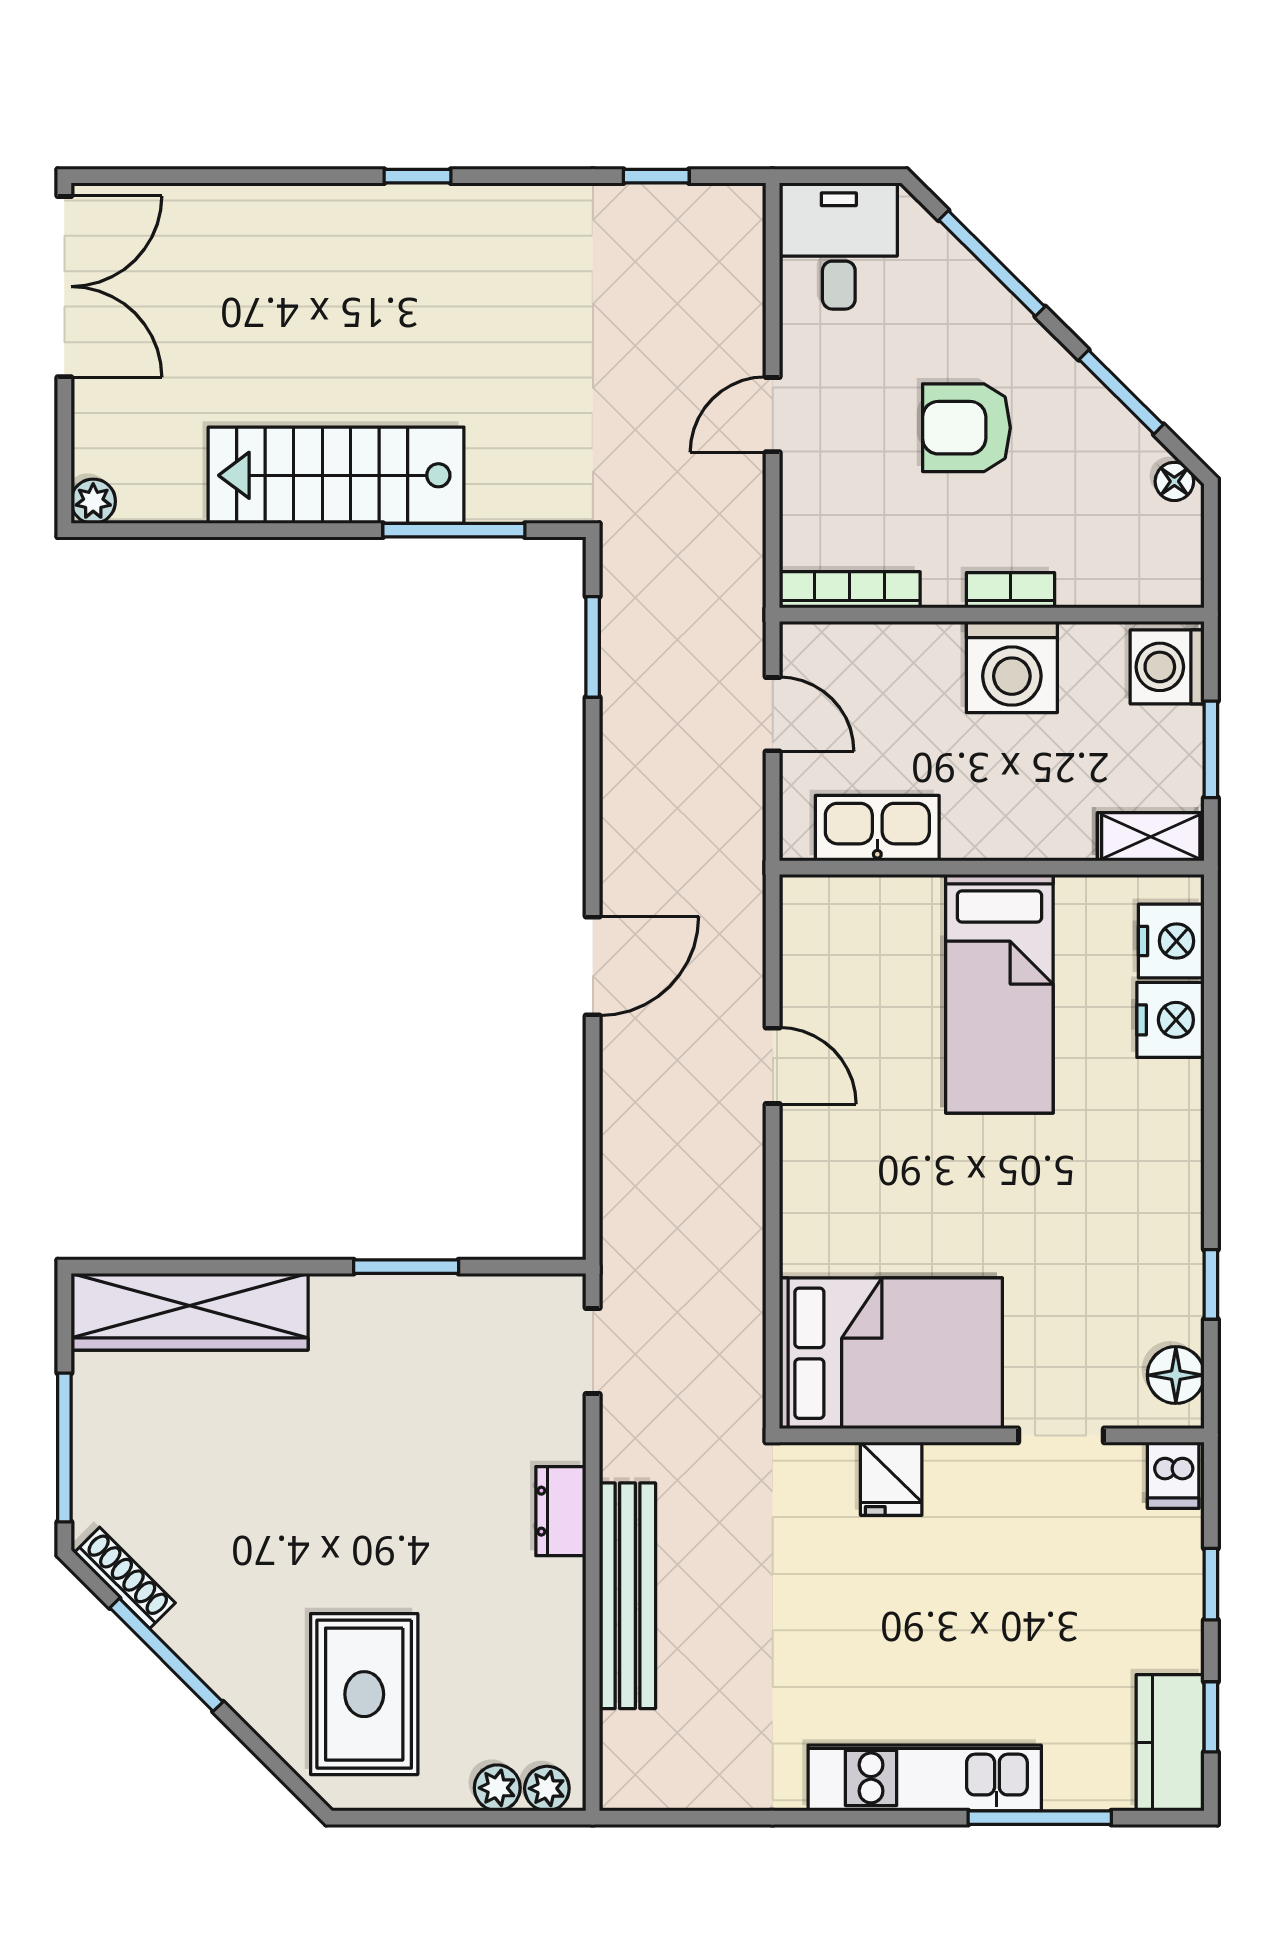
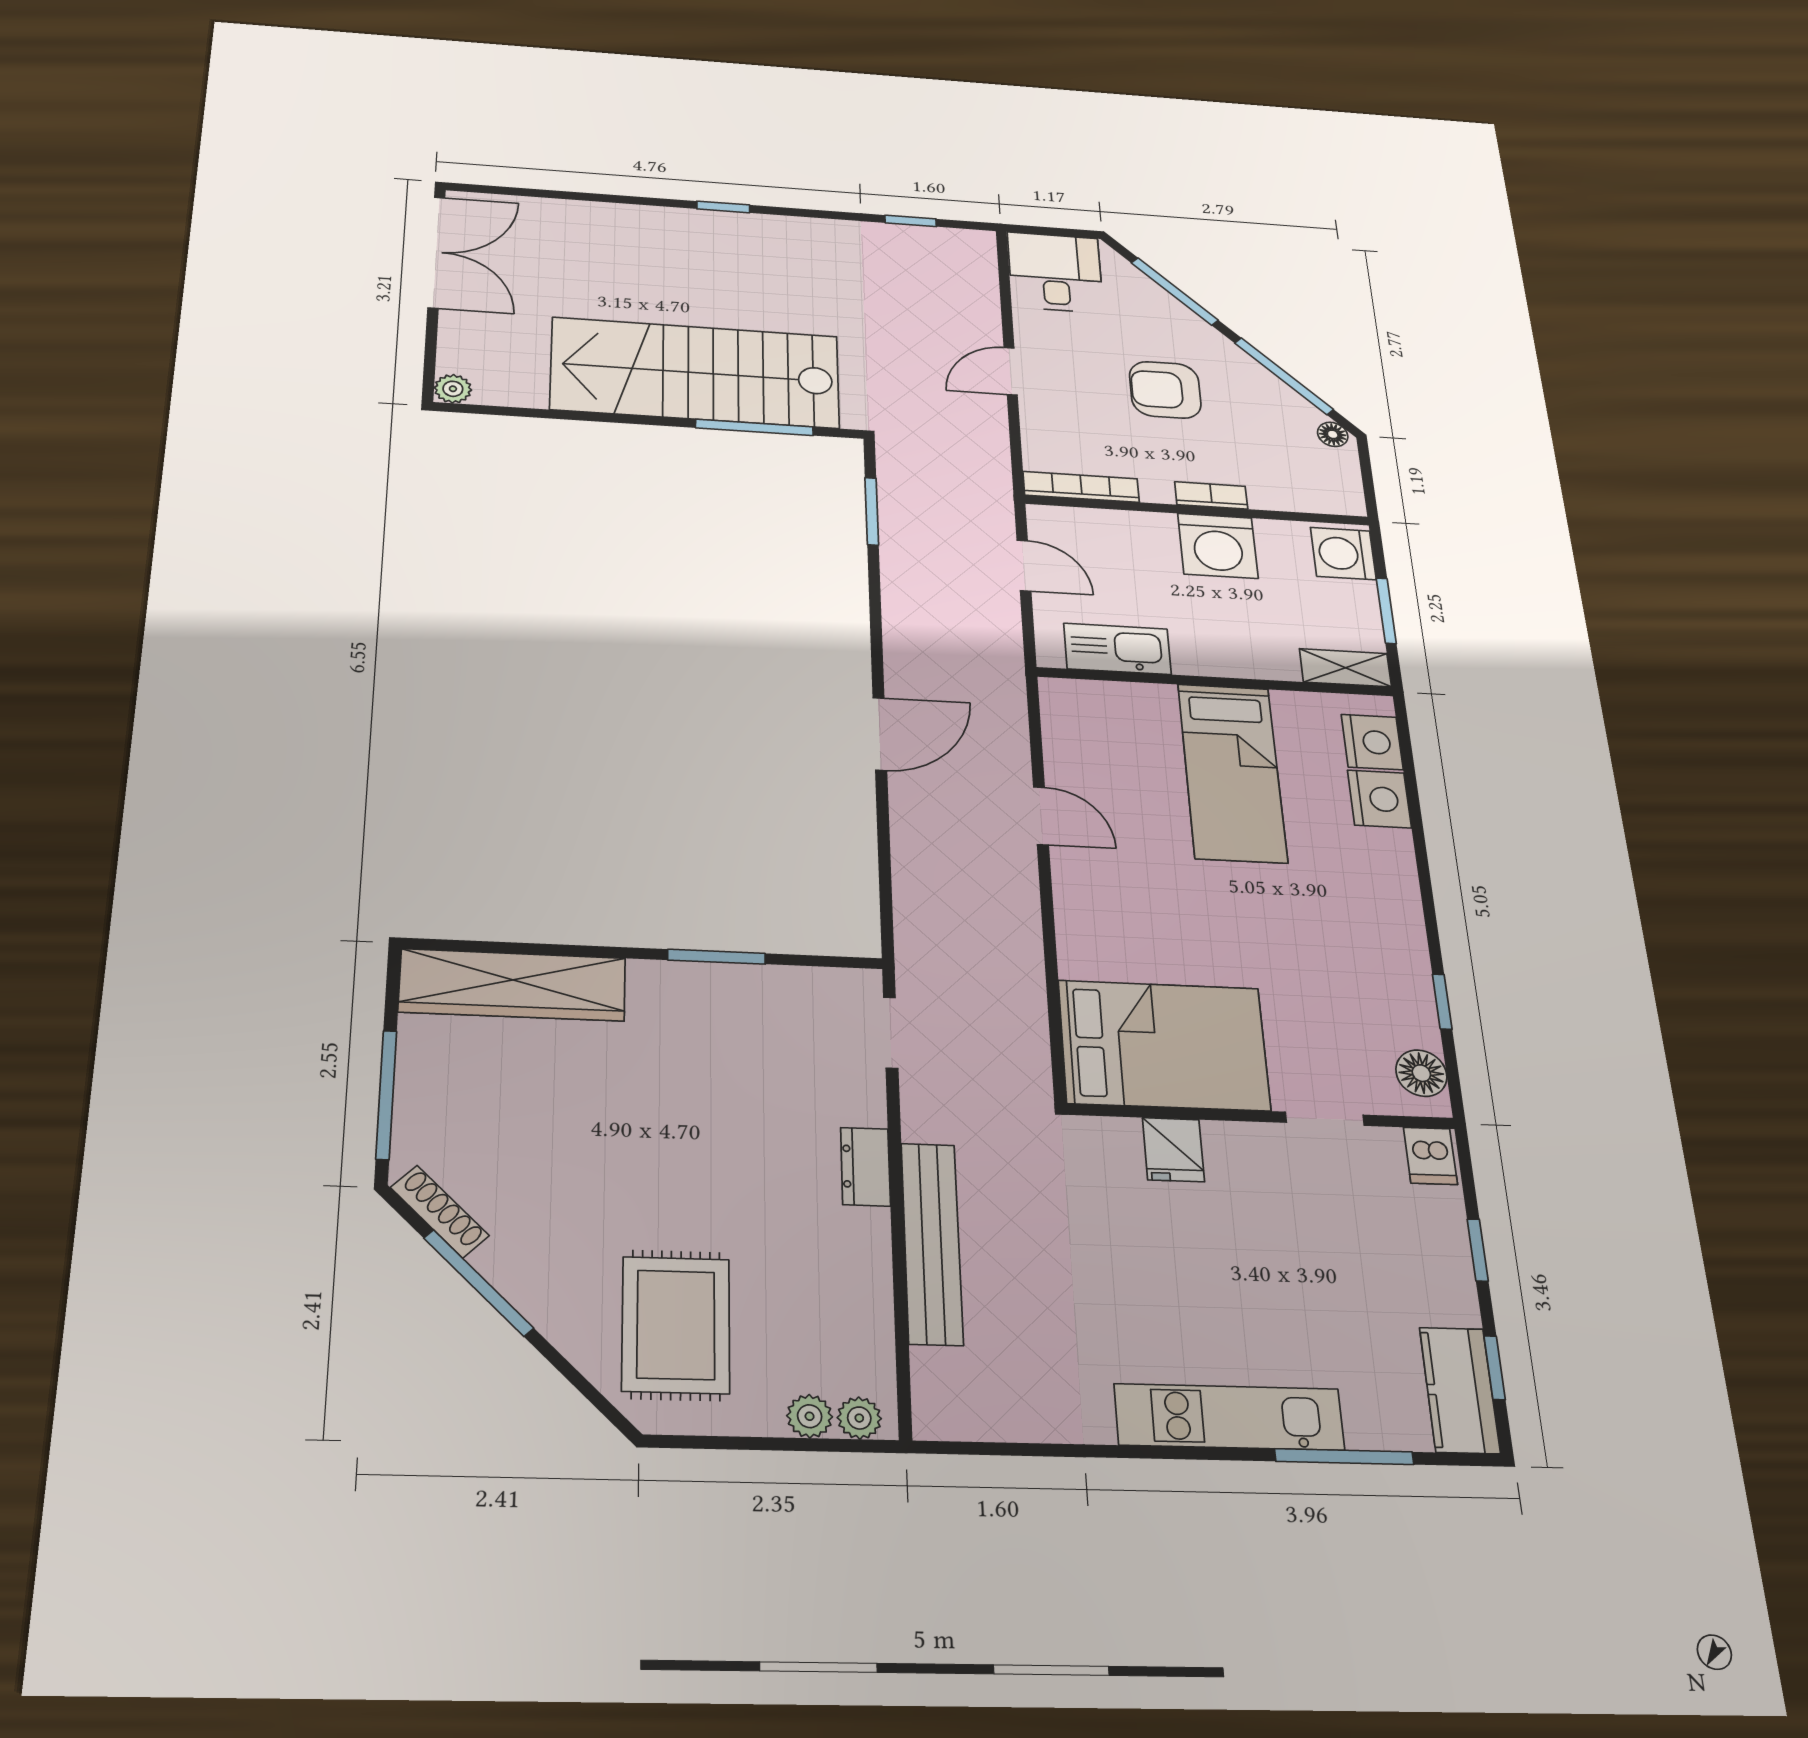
window: (1121, 392) -> (1284, 376), width x1.44
stairs: (336, 475) -> (695, 373), width x1.36, depth x1.51

